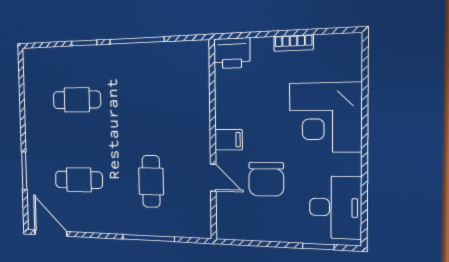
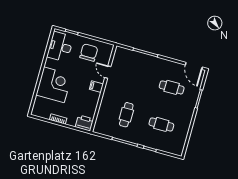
chair: (266, 179) -> (89, 53), moved
cafe table: (151, 181) -> (126, 115), moved

